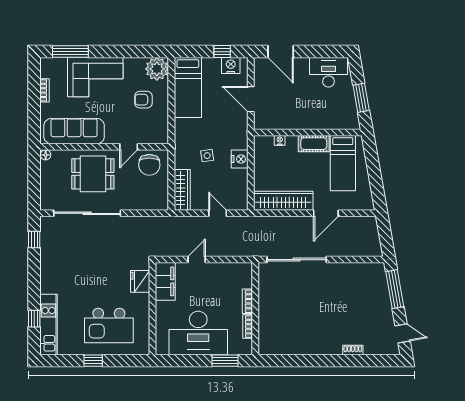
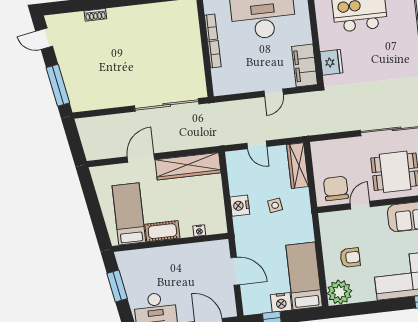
nightstand: (231, 66) -> (281, 302), moved

